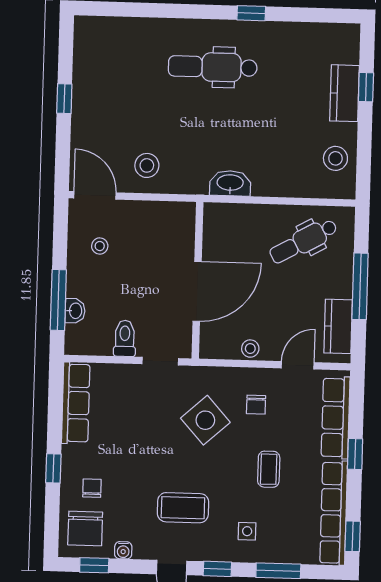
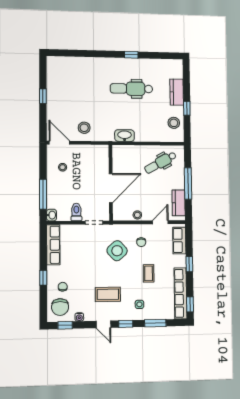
dental chair: (213, 67) -> (131, 89), moved
window: (366, 87) -> (187, 108), moved
washbasin: (75, 311) -> (52, 215), moved
row of seats: (336, 418) -> (179, 241), width x0.68

